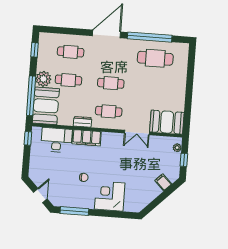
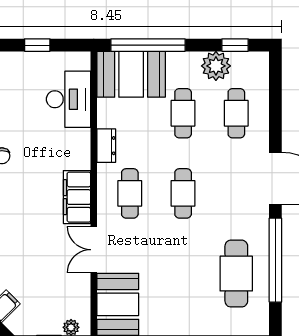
plant: (43, 79) -> (216, 66), moved
window: (28, 138) -> (37, 45), moved
filing cabinet: (87, 138) -> (77, 197), moved

